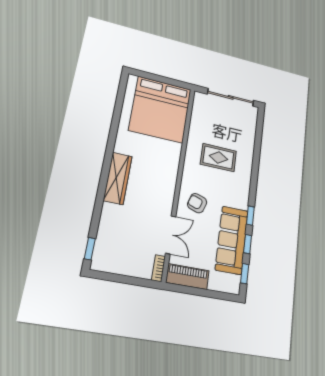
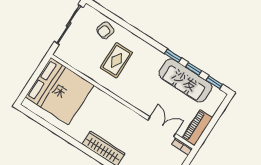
armchair: (197, 203) -> (105, 30), moved

